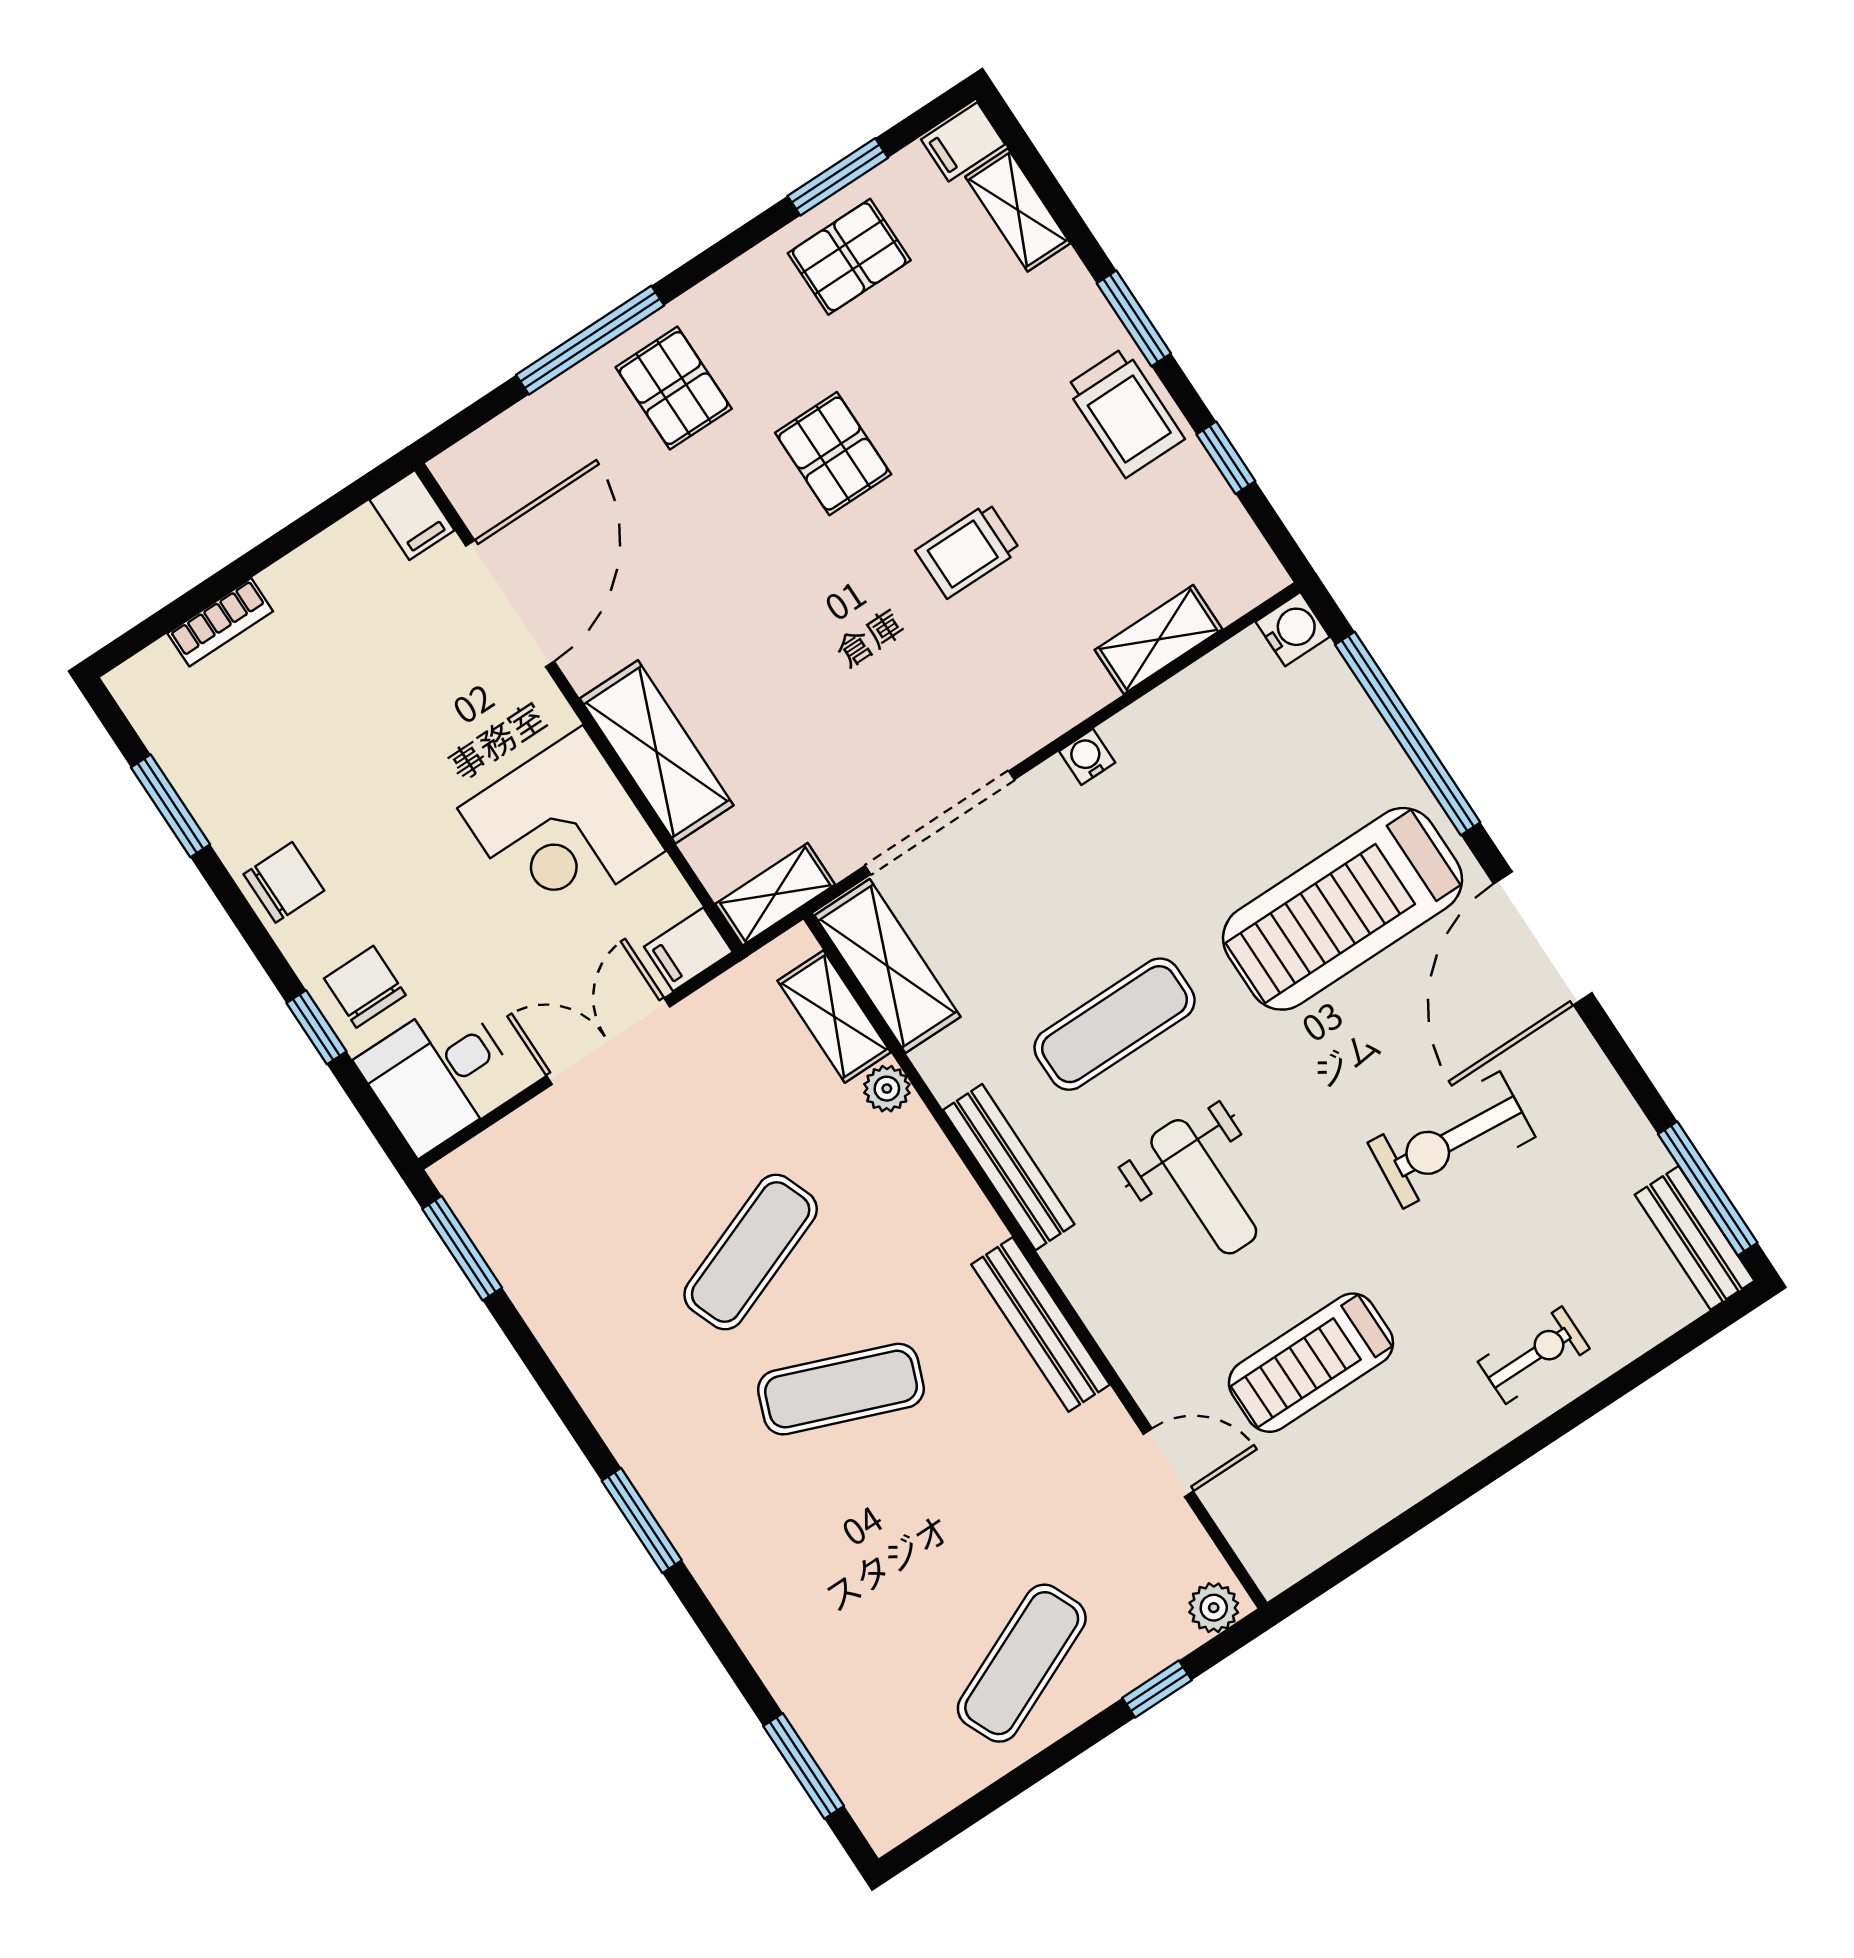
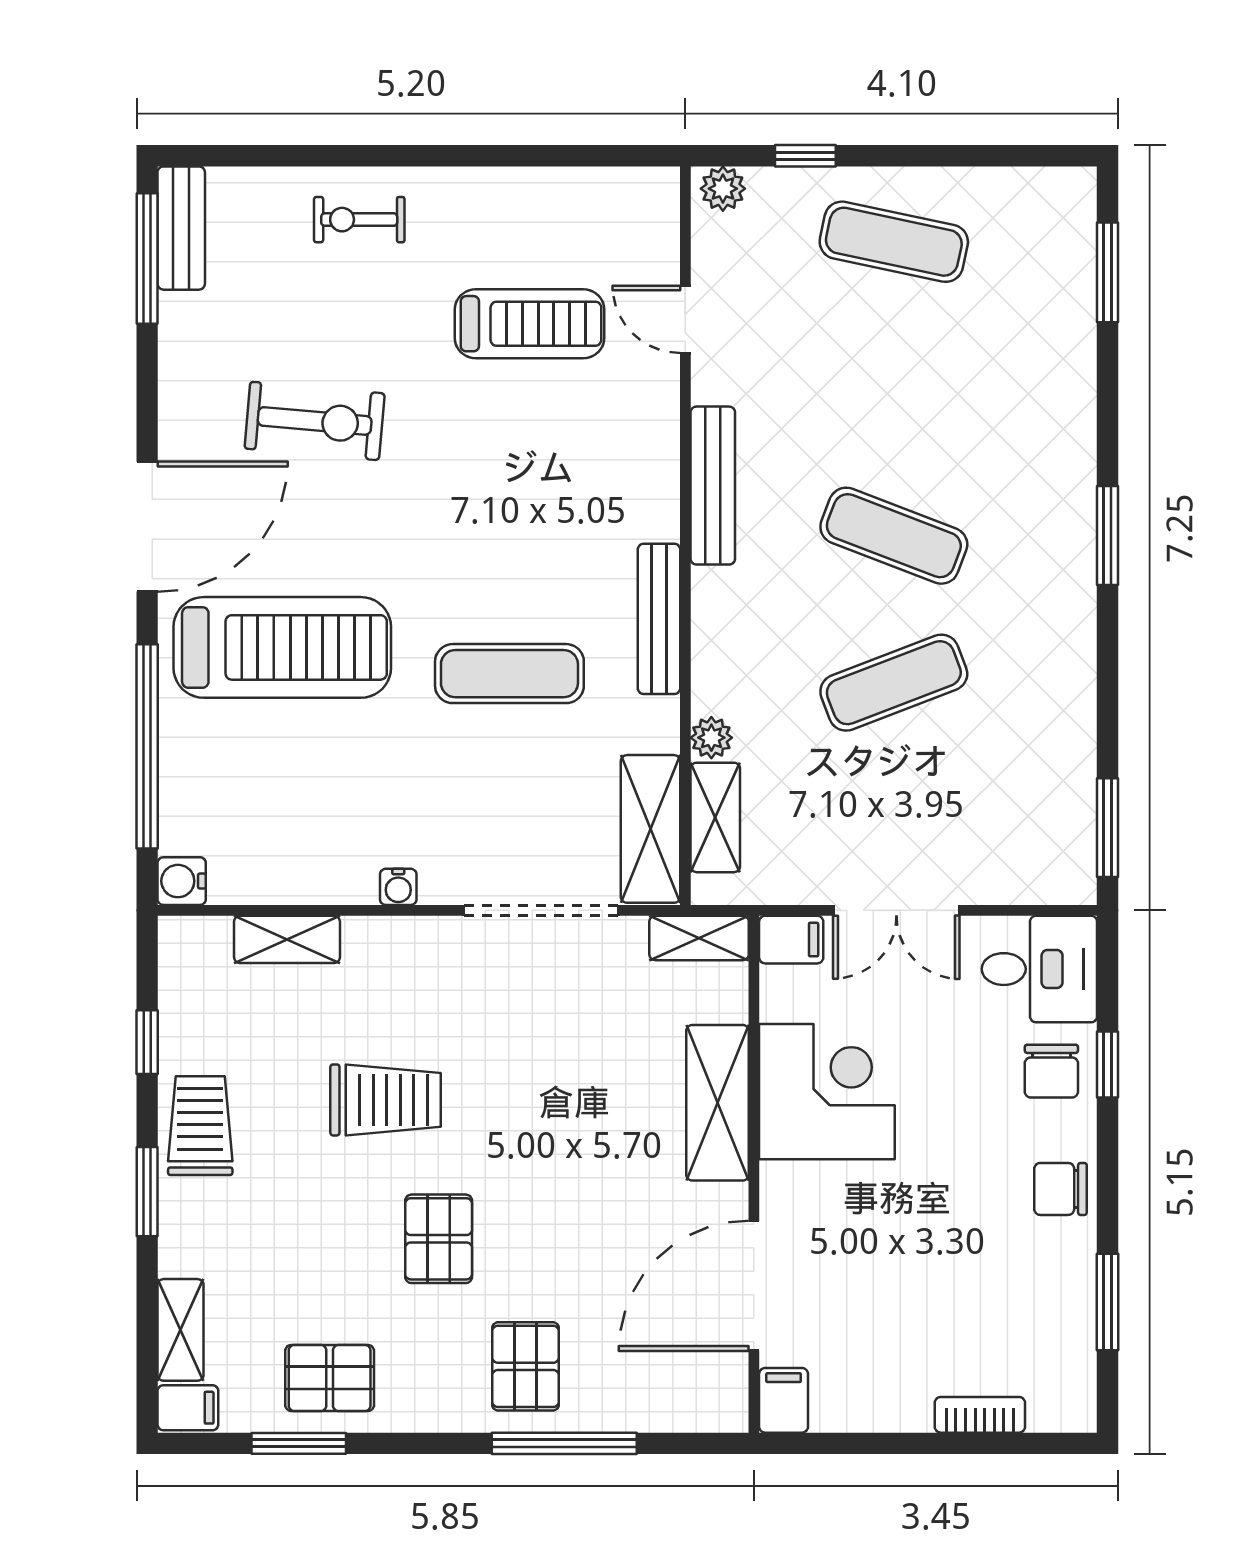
trolley: (968, 551) -> (386, 1100), width x1.36, depth x1.39
weight bench: (1204, 1187) -> (523, 508), removed
exercise mat: (1022, 1663) -> (894, 242), turned 36

